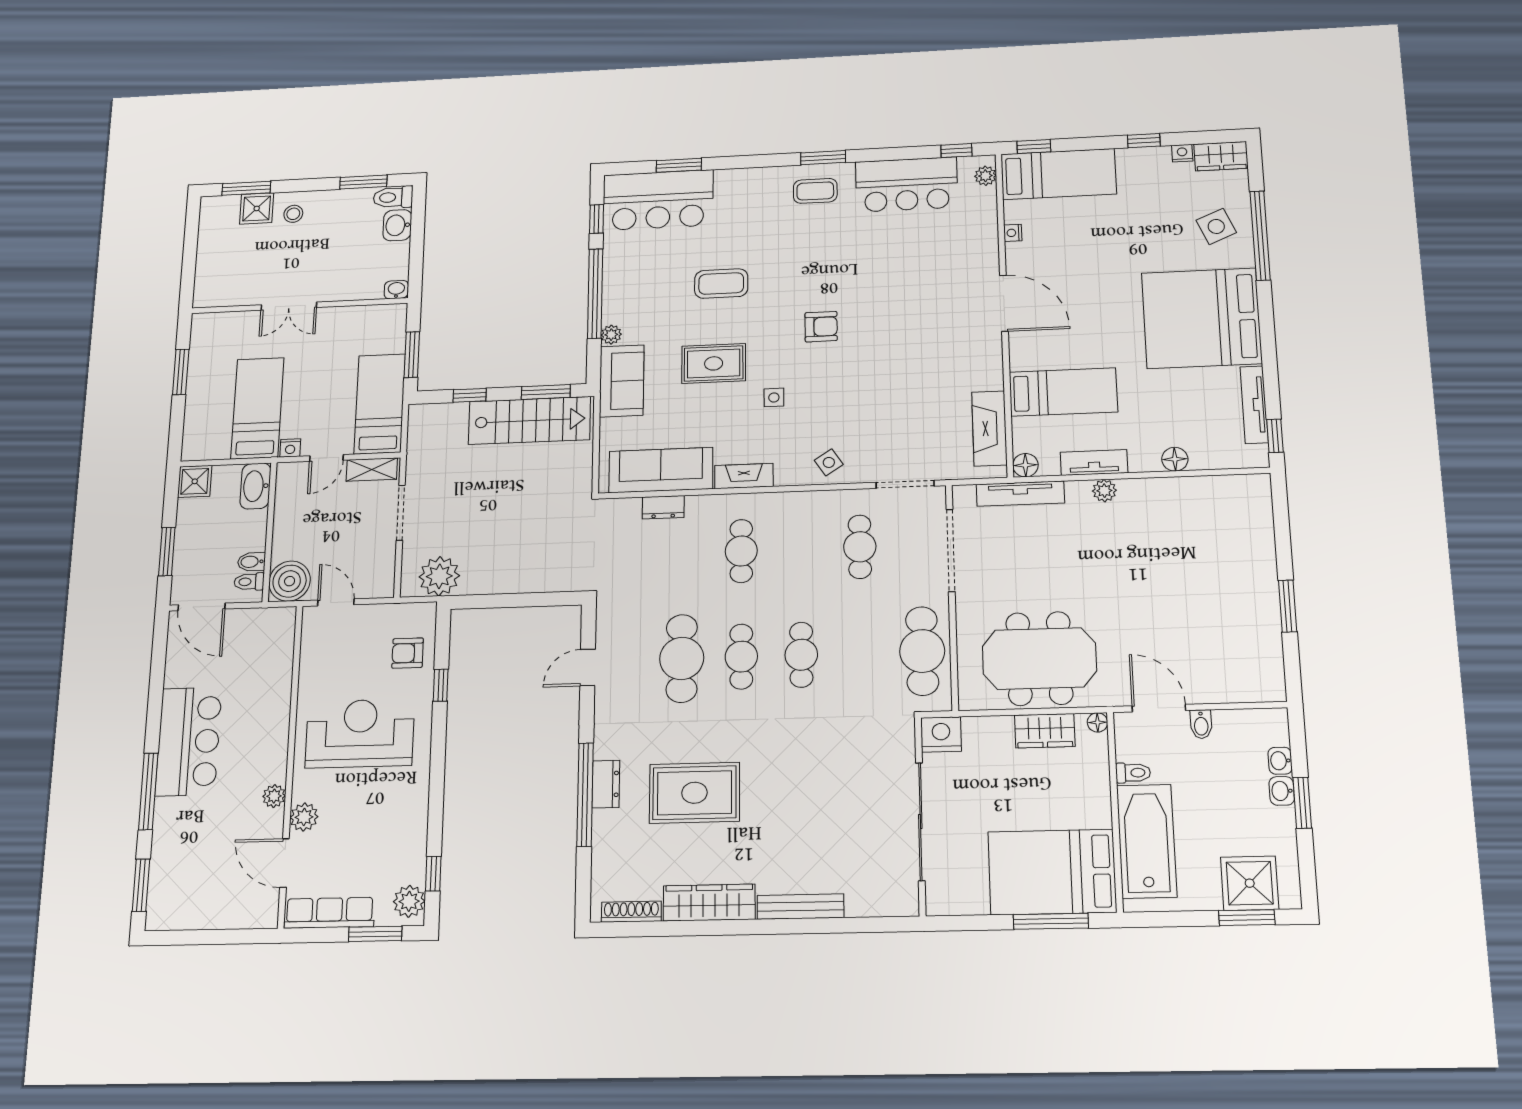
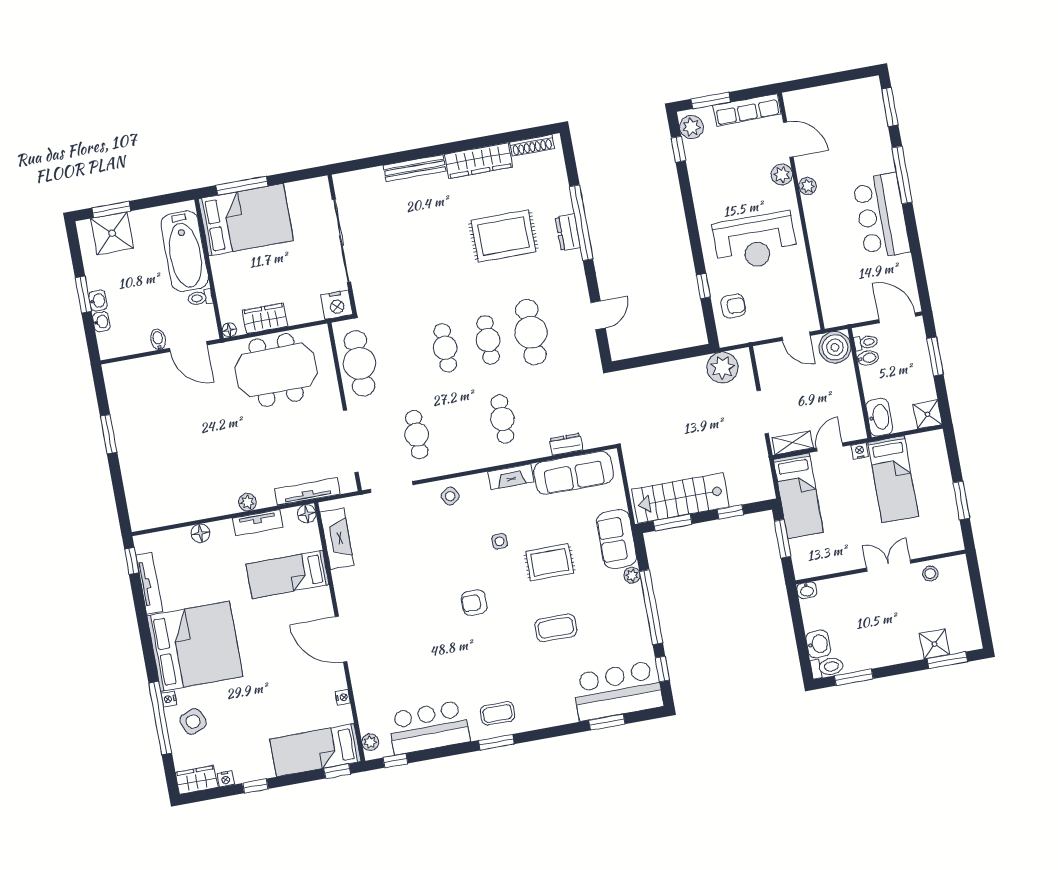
stool: (293, 214) -> (930, 574), moved
nightstand: (1245, 257) -> (169, 699), added

